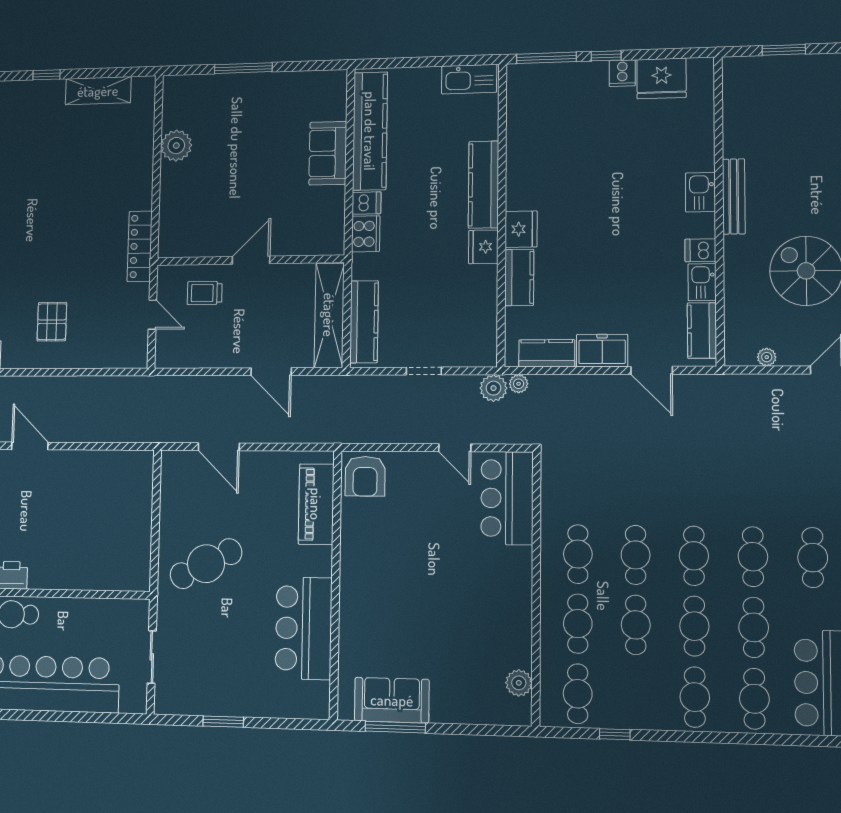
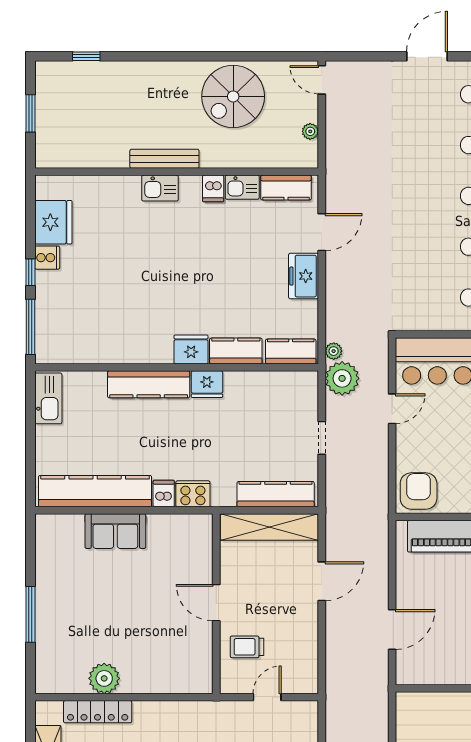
locker: (140, 246) -> (98, 712), moved
trolley: (205, 293) -> (247, 647), turned 90
kitchen counter: (547, 353) -> (291, 352), moved, turned 90
plant: (493, 388) -> (342, 378), width x1.36, depth x1.36
armchair: (365, 476) -> (419, 491), turned -90

